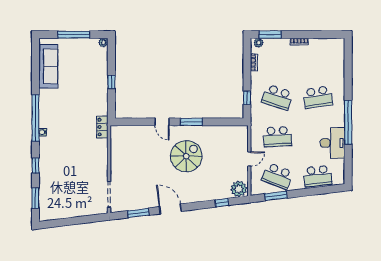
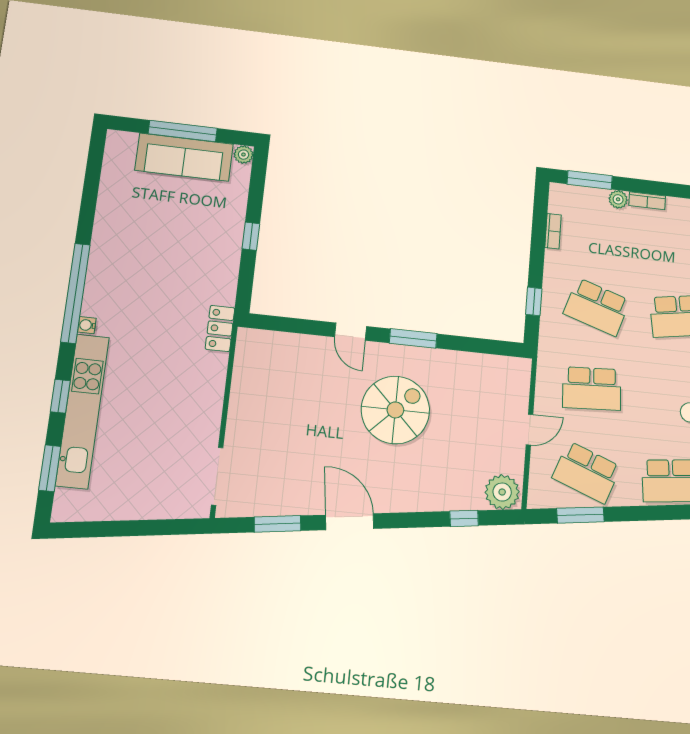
plant: (259, 43) -> (618, 199), moved
sofa: (48, 66) -> (184, 157), moved, turned 90
kitchen unit: (46, 171) -> (82, 411), added

